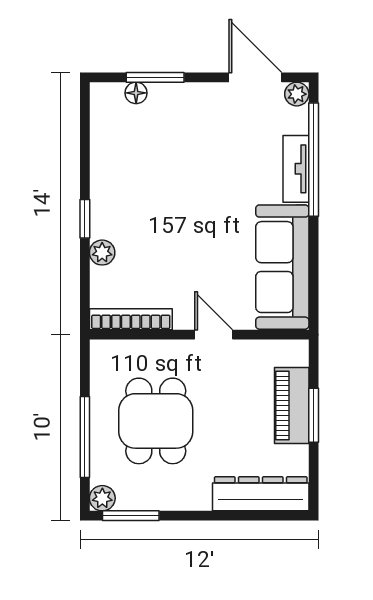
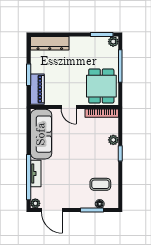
coffee table: (134, 142) -> (100, 184), added
piano: (292, 406) -> (37, 89), moved
dining table: (156, 421) -> (101, 86), moved

